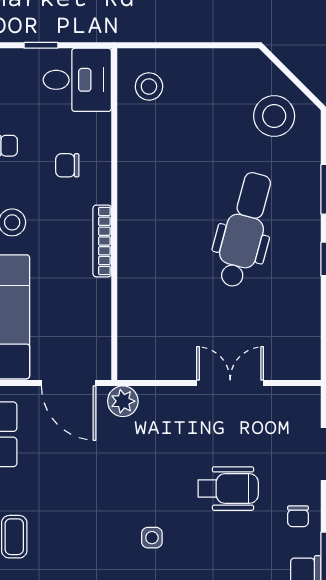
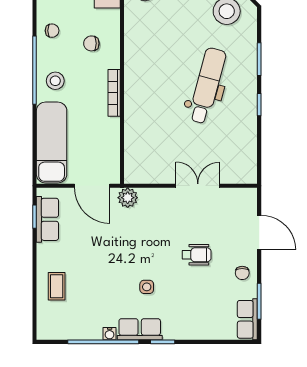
wheelchair: (228, 489) -> (197, 255), width x0.73, depth x0.73

